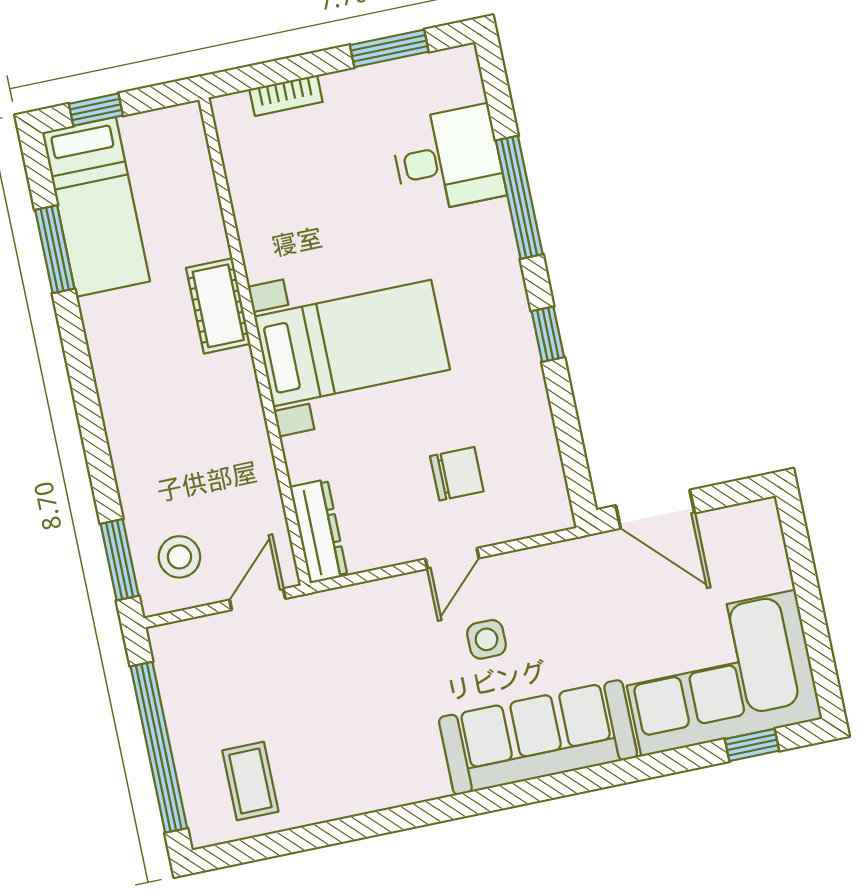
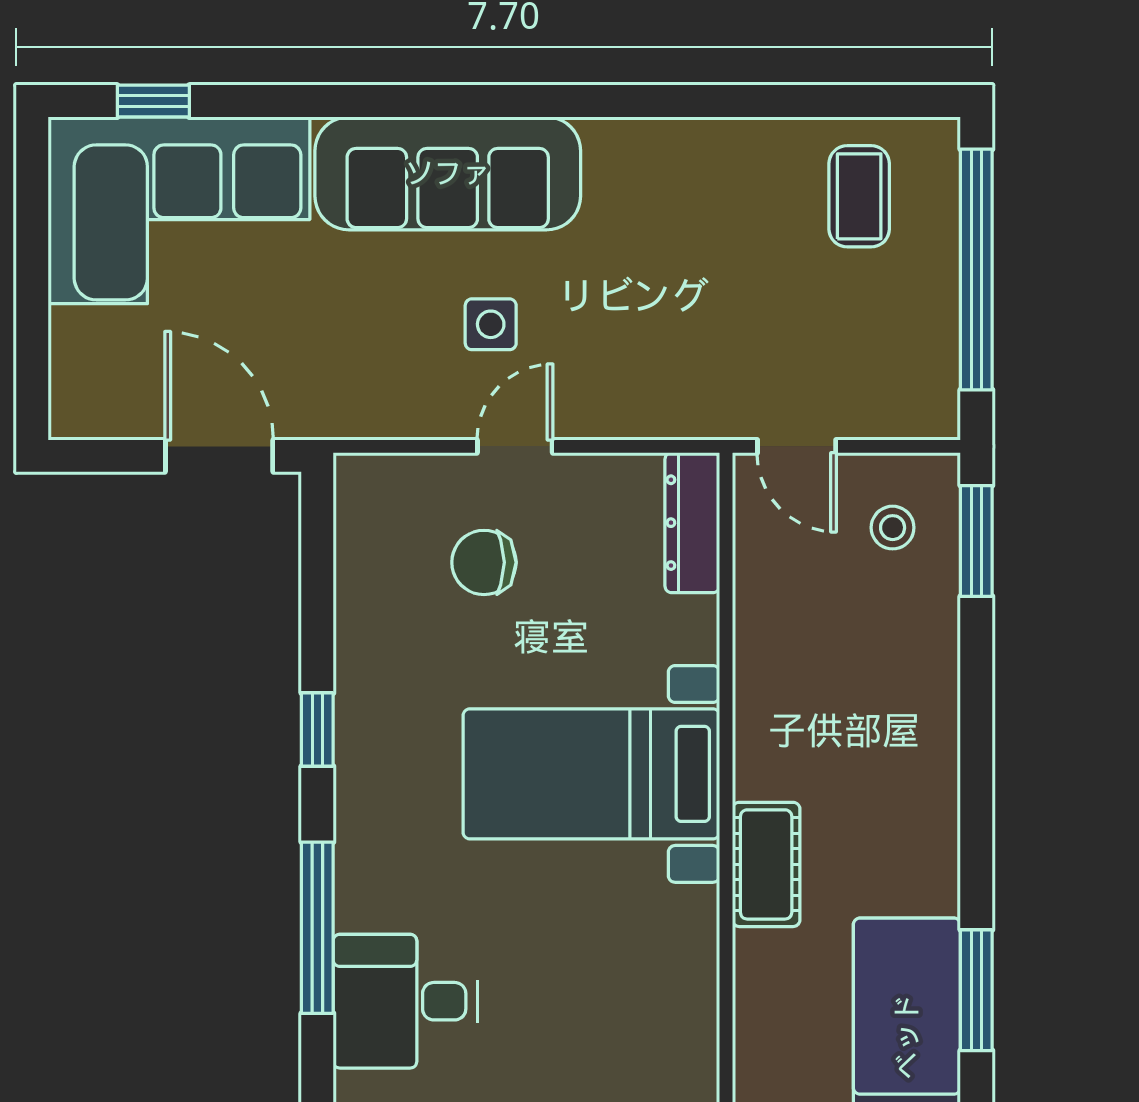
stool: (179, 557) -> (893, 528), width x0.73, depth x0.73
door: (257, 599) -> (797, 446), hinge flipped

